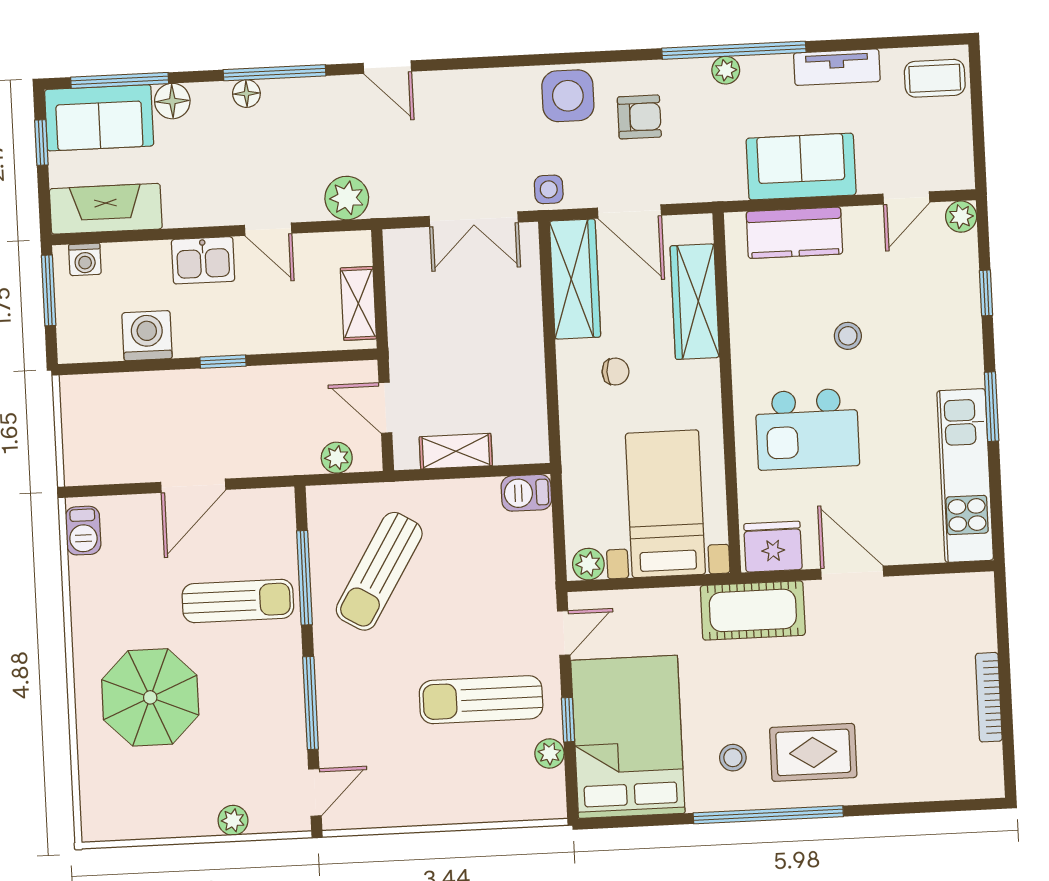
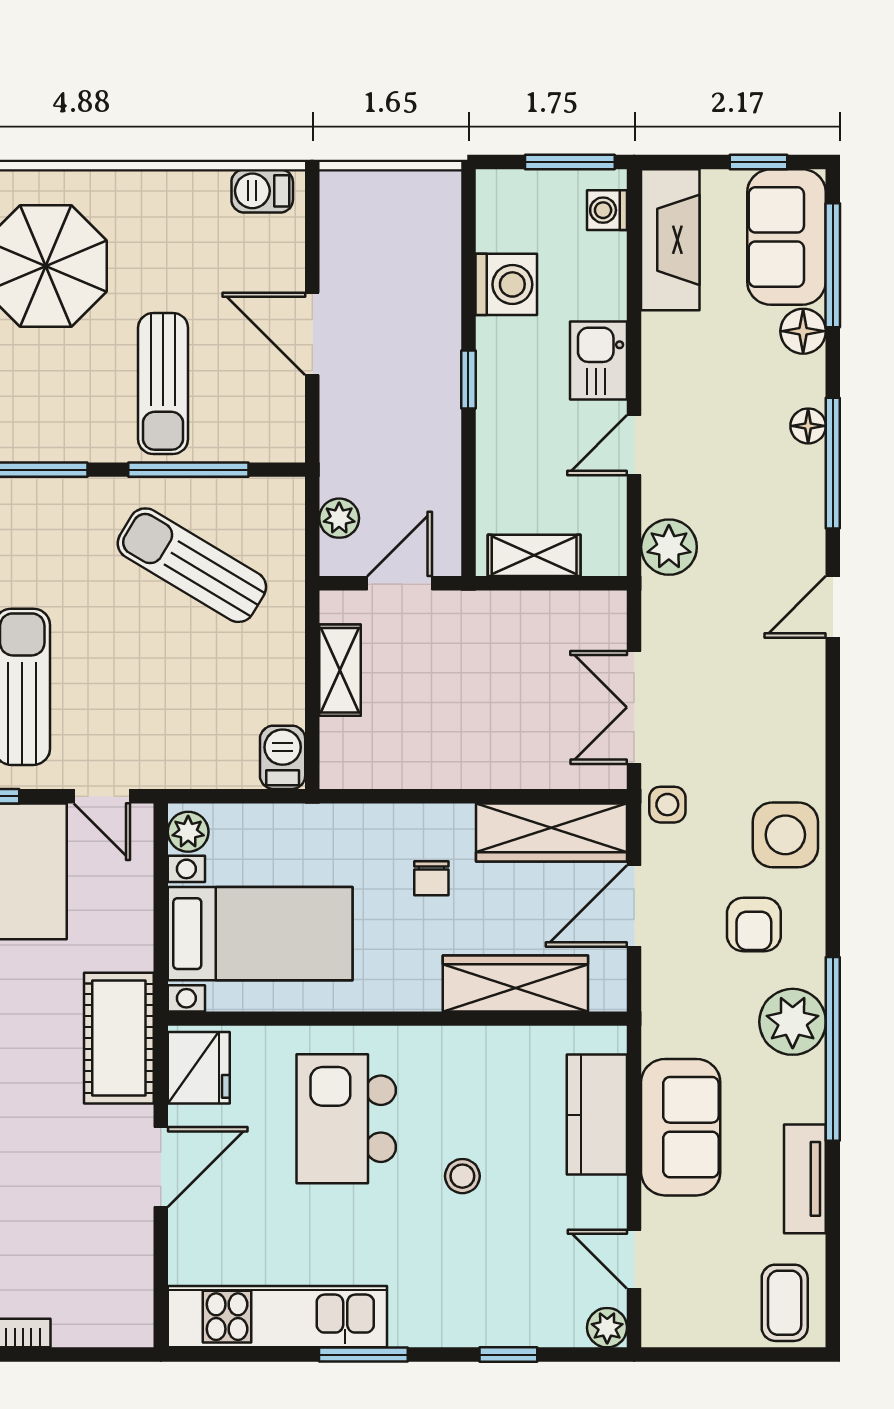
plant: (726, 70) -> (793, 1022), width x1.87, depth x1.87

